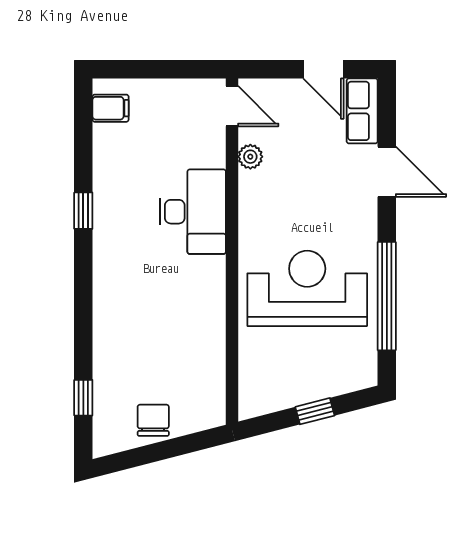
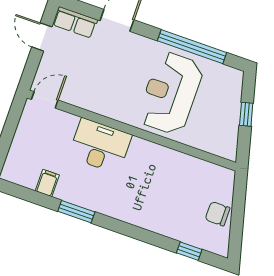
door: (323, 69) -> (42, 37), swing flipped
filing cabinet: (111, 108) -> (47, 183), moved
plant: (250, 157) -> (79, 99), removed
window: (83, 211) -> (76, 212), width x1.50

